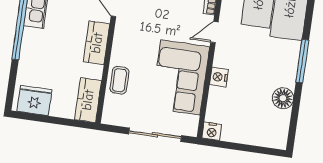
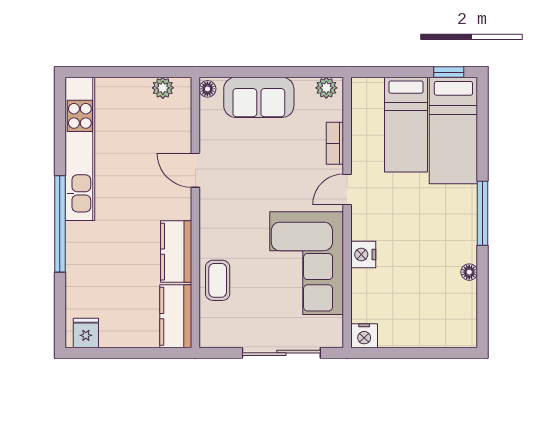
kitchen counter: (97, 43) -> (176, 252), moved
floor lamp: (283, 98) -> (469, 272), width x0.53, depth x0.53
fridge: (34, 100) -> (86, 333), width x0.53, depth x0.75

